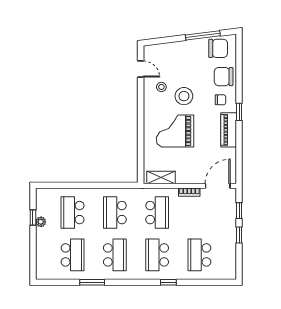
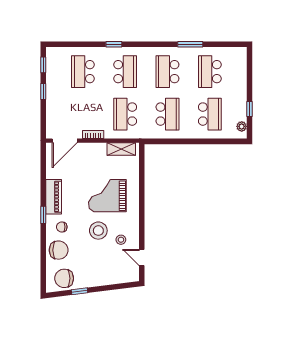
window: (203, 35) -> (79, 291), width x0.46
grand piano: (175, 131) -> (107, 196), turned 180
window: (239, 211) -> (43, 65), moved
plant: (41, 222) -> (242, 126), moved
school desk: (199, 255) -> (83, 72), turned 180

